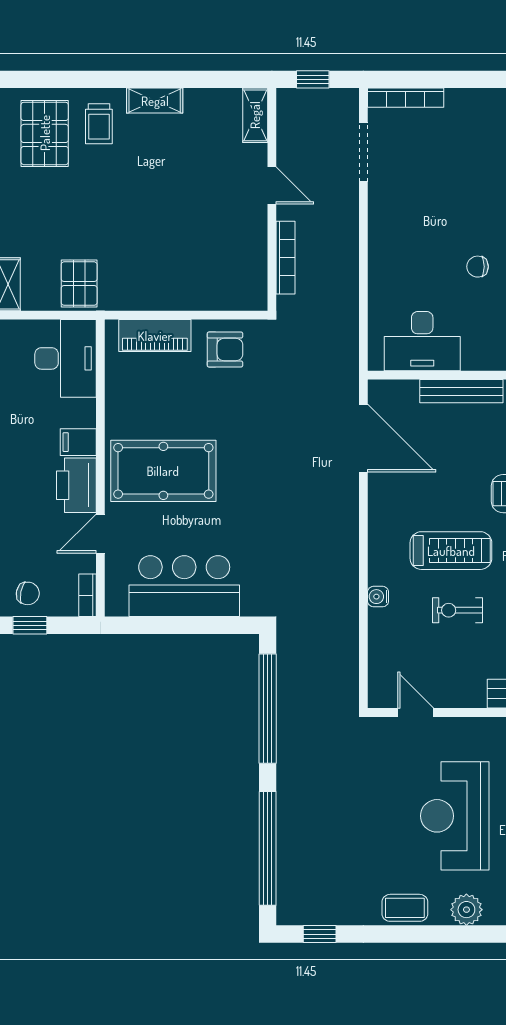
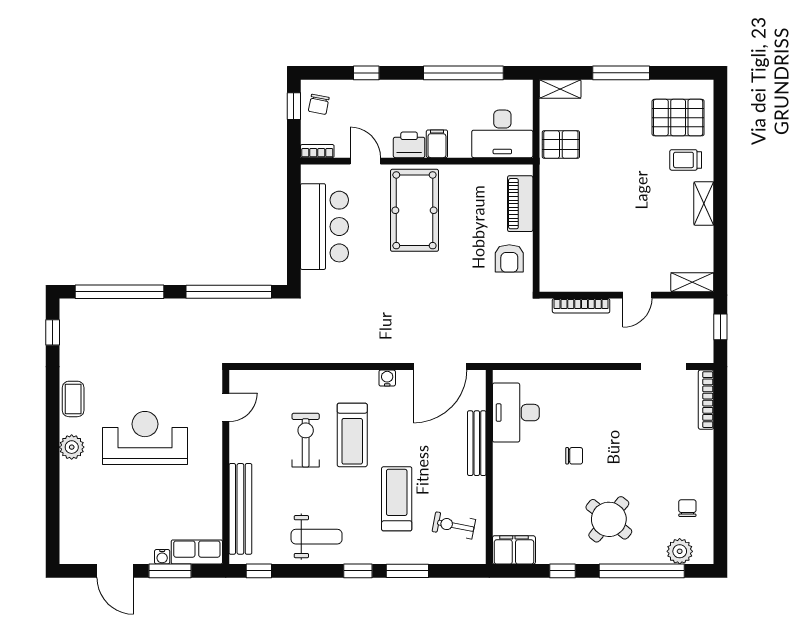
chair: (478, 267) -> (574, 456), turned 90
printer: (76, 485) -> (409, 145), width x0.73, depth x0.84
water cooler: (378, 597) -> (387, 378), moved
exercise bike: (458, 610) -> (306, 440), width x1.38, depth x1.39

